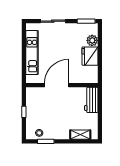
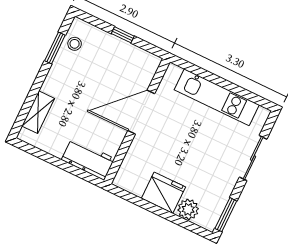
door: (57, 85) -> (141, 112), swing flipped

